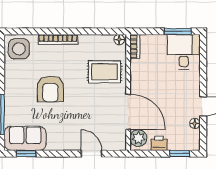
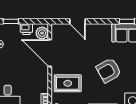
armchair: (50, 89) -> (109, 70), turned -119

